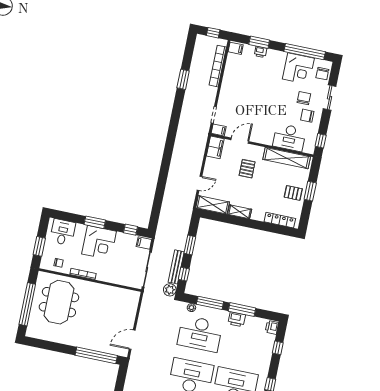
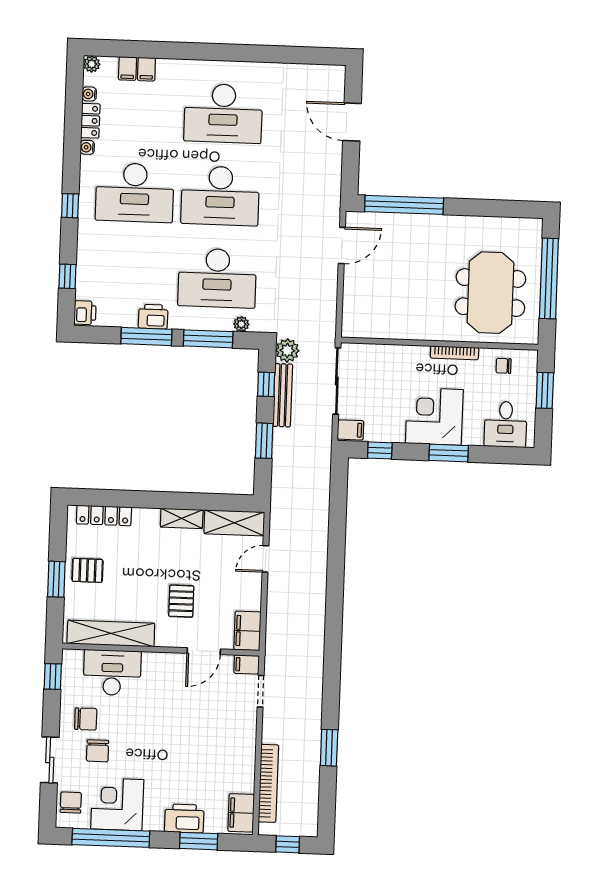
filing cabinet: (236, 48) -> (241, 813), width x2.00
printer: (260, 52) -> (184, 818), width x1.87, depth x1.48
desk: (200, 334) -> (217, 278), turned 180

